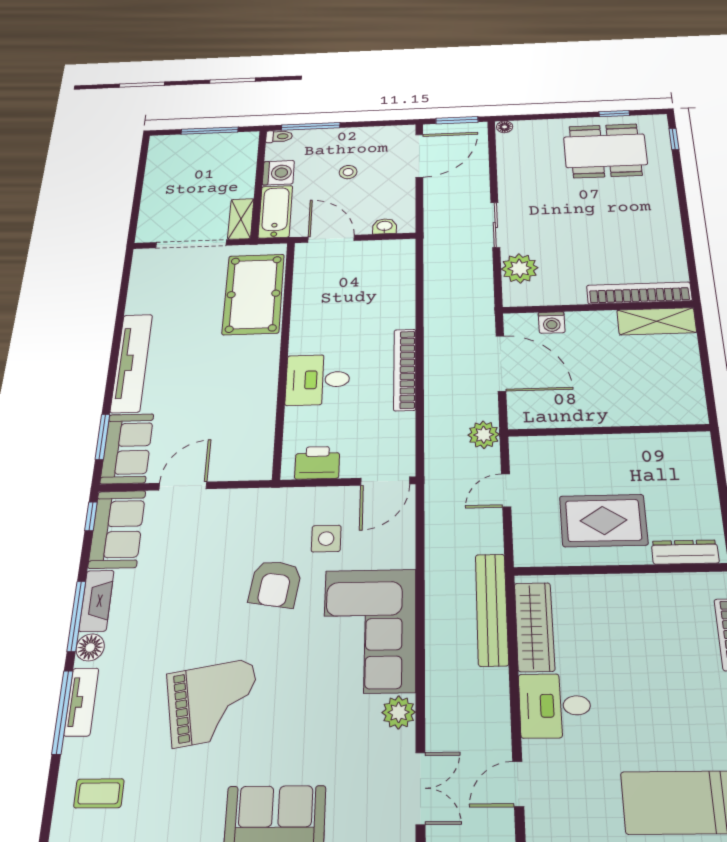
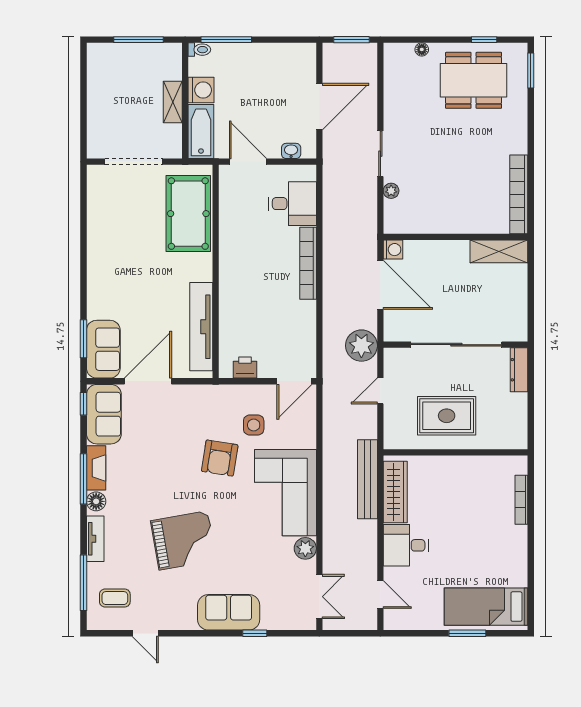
floor lamp: (505, 127) -> (422, 49), moved
window: (674, 139) -> (531, 71), width x1.50
door: (419, 156) -> (319, 107), moved
stool: (348, 172) -> (260, 92), removed
shelving: (241, 219) -> (173, 102), moved
plant: (520, 268) -> (391, 191), width x0.53, depth x0.53
bookcase: (639, 293) -> (519, 194), moved, turned -90
washing machine: (552, 323) -> (393, 250), moved, turned -90
tv unit: (132, 363) -> (201, 327), moved, turned 180
bookcase: (405, 369) -> (308, 263), moved
desk: (318, 380) -> (292, 204), moved, turned 180
sliding door: (610, 430) -> (456, 345), added
plant: (484, 435) -> (361, 346), width x1.36, depth x1.36
printer: (317, 463) -> (245, 368), width x0.73, depth x0.81
door: (183, 486) -> (148, 381), width x1.36
dresser: (685, 552) -> (519, 370), moved, turned -90
window: (62, 712) -> (84, 583), moved
door: (518, 784) -> (380, 595), swing flipped

